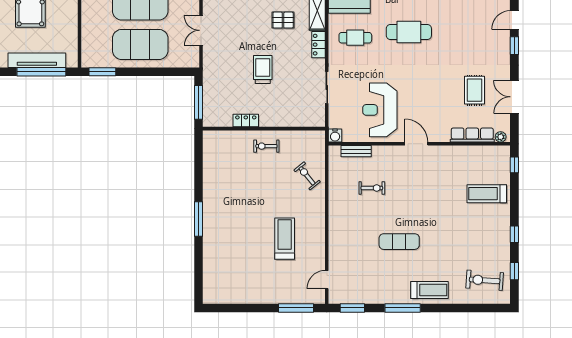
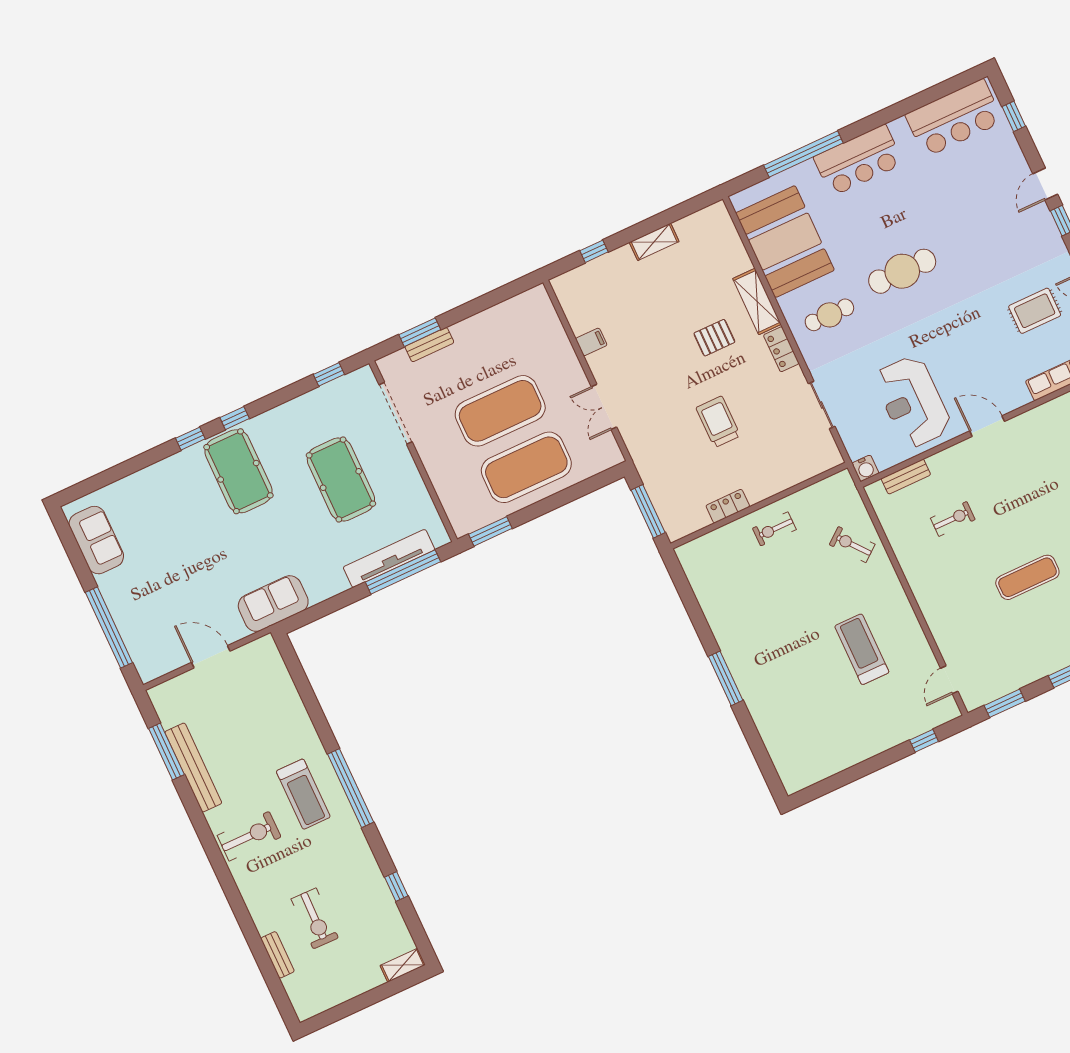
rug: (474, 90) -> (1035, 311), turned 90
window: (296, 308) -> (924, 741), width x0.46

